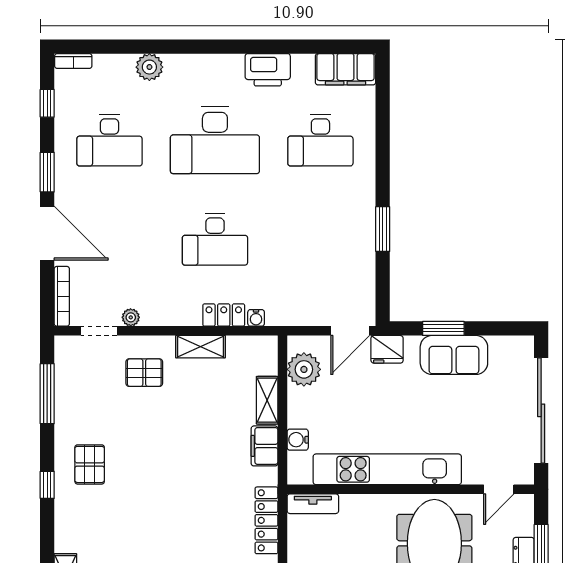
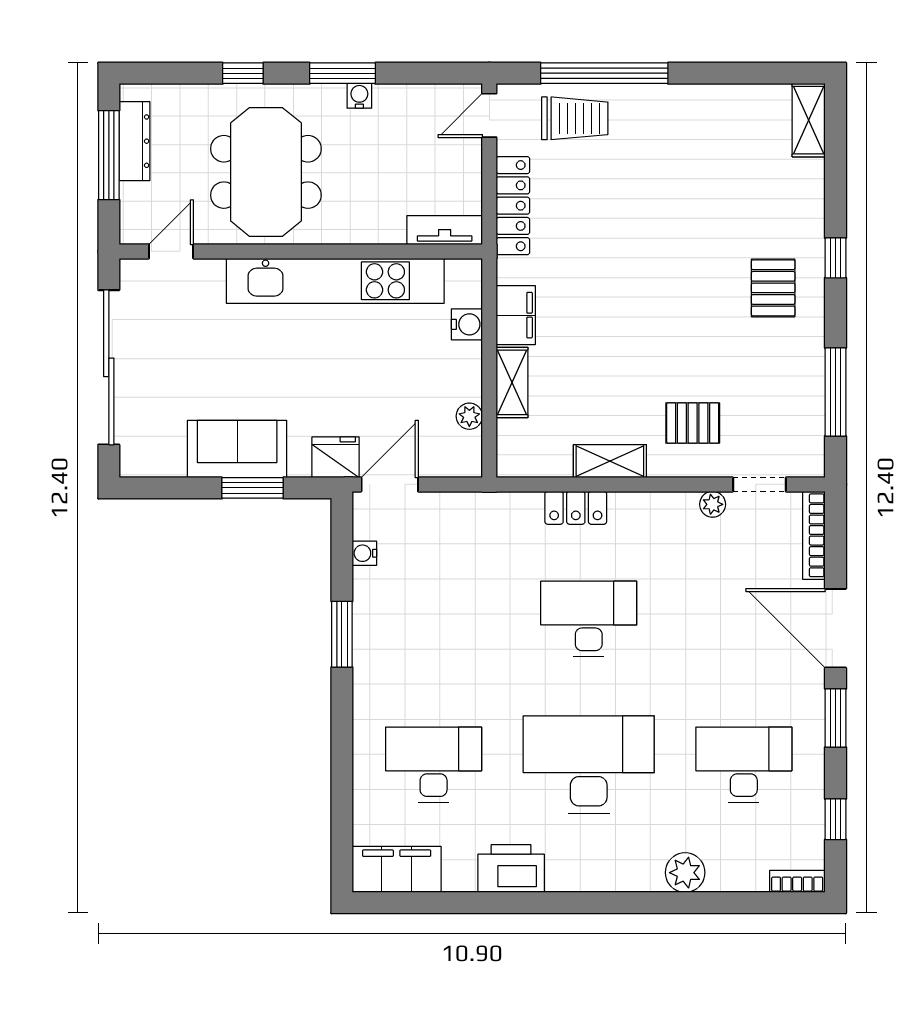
water cooler: (256, 318) -> (364, 553), moved, turned -90
plant: (304, 369) -> (469, 416), width x0.53, depth x0.53

